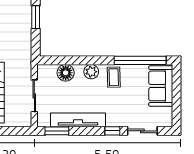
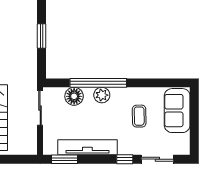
window: (140, 60) -> (98, 83), moved
coffee table: (114, 77) -> (139, 116), moved
sliding door: (34, 96) -> (40, 108), moved

